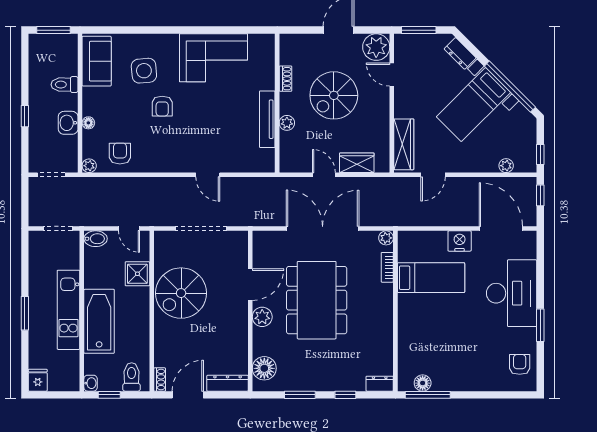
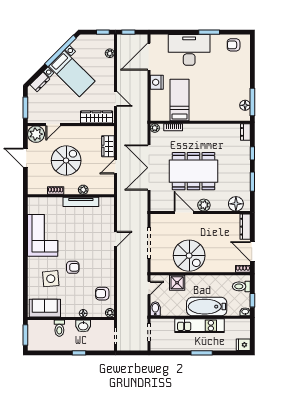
spiral stairs: (334, 95) -> (66, 161), turned -90

